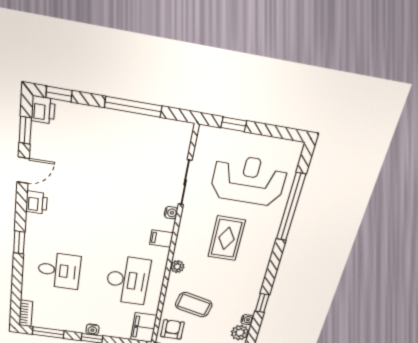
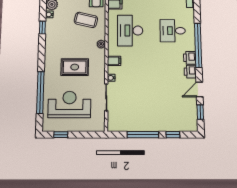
window: (59, 94) -> (173, 135), moved
printer: (43, 110) -> (190, 58), moved
window: (234, 124) -> (61, 135), moved
reception desk: (249, 180) -> (69, 104), turned 180
rug: (227, 238) -> (75, 67), turned 90
window: (19, 242) -> (198, 45), width x3.17

